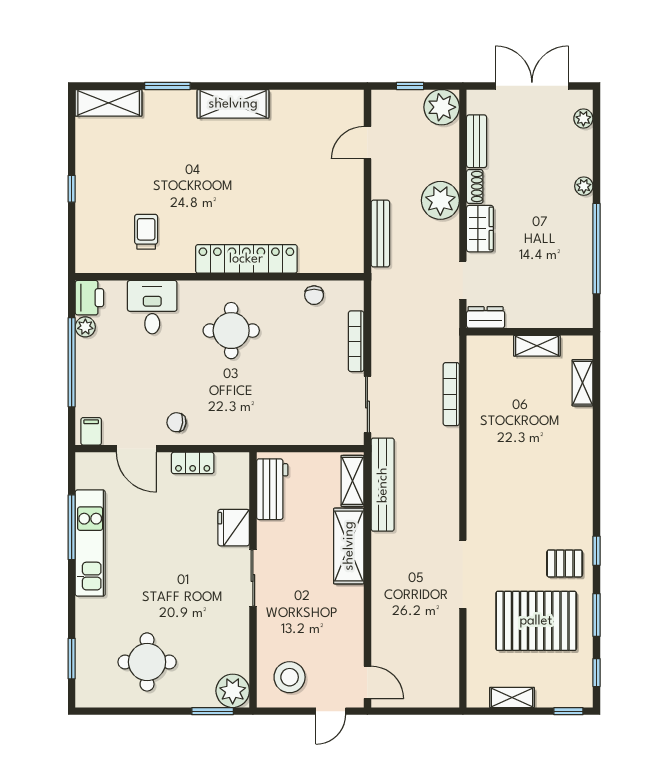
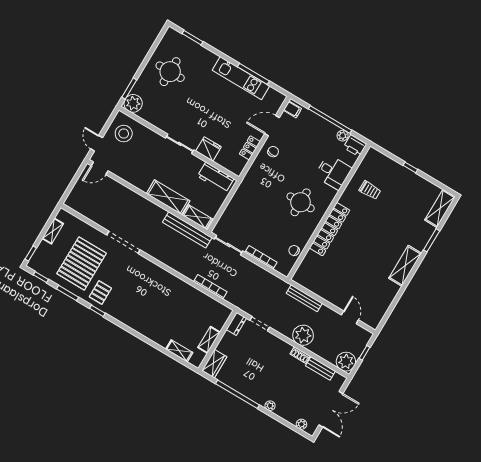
wardrobe: (480, 229) -> (214, 364), moved, turned -90

